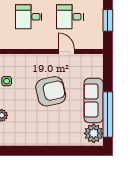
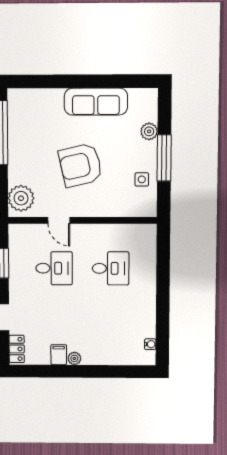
sofa: (94, 100) -> (96, 102), moved, turned 90
plant: (94, 133) -> (21, 198), moved

